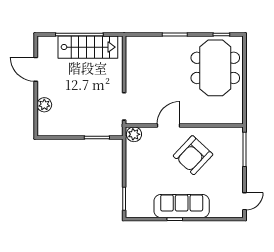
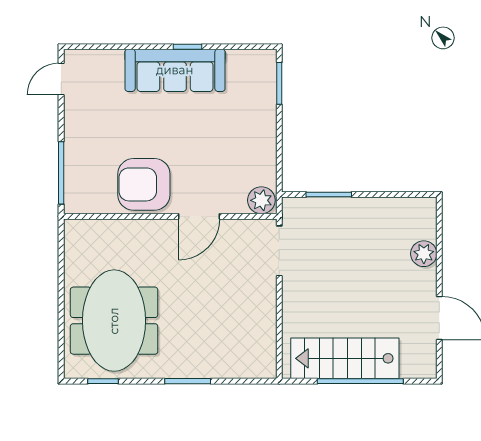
armchair: (193, 155) -> (144, 184), moved, turned -133

